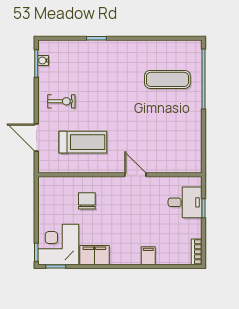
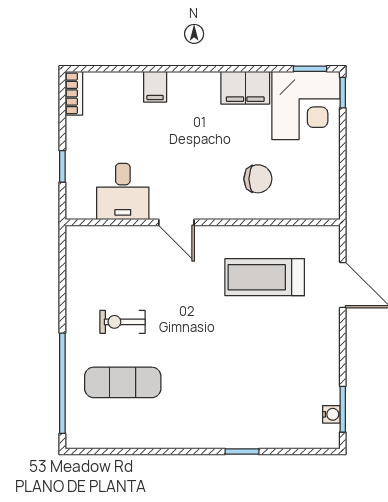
exercise bike: (61, 101) -> (123, 322), moved
chair: (87, 201) -> (258, 179), turned -90
desk: (185, 202) -> (123, 192), moved, turned -90

